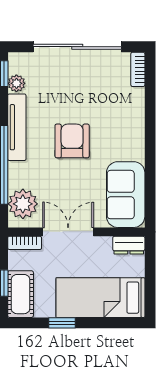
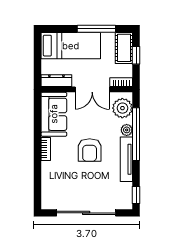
bookcase: (138, 69) -> (46, 149), moved
plant: (16, 83) -> (127, 130), moved
dresser: (129, 245) -> (56, 81), width x1.44
window: (62, 323) -> (96, 29), width x2.17

